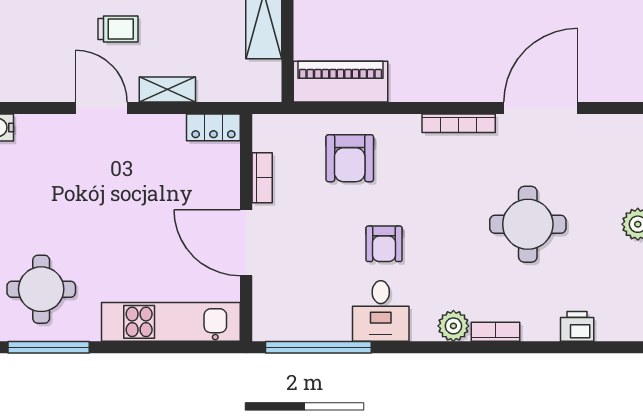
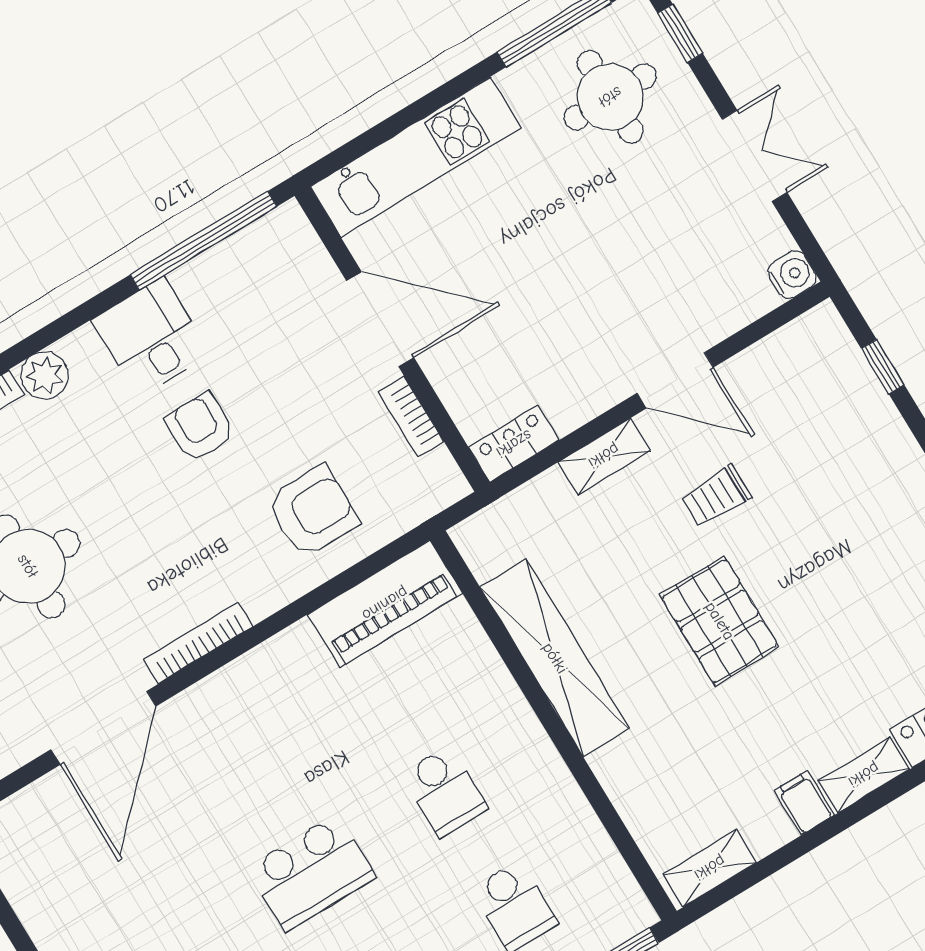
armchair: (350, 158) -> (312, 511), turned 90

